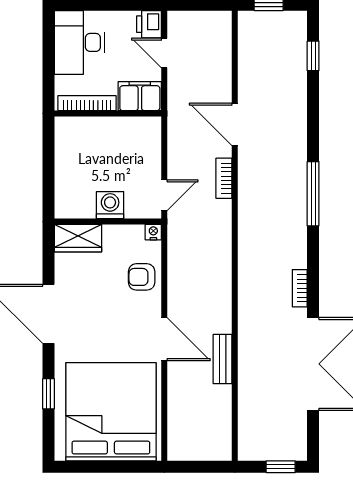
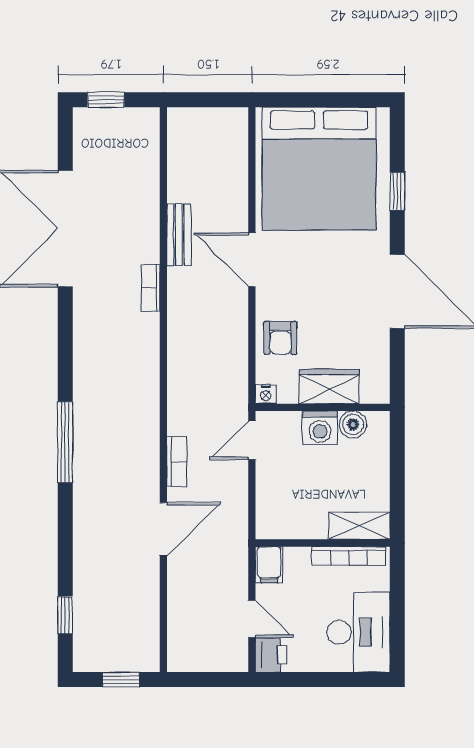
filing cabinet: (140, 96) -> (269, 565), width x0.50
door: (235, 124) -> (163, 529), hinge flipped
shelving: (78, 127) -> (360, 526), added
boiler: (84, 208) -> (353, 424), added
wardrobe: (78, 238) -> (329, 387), moved
armchair: (142, 277) -> (280, 338), turned 90
bookcase: (300, 288) -> (151, 288), moved, turned 180

